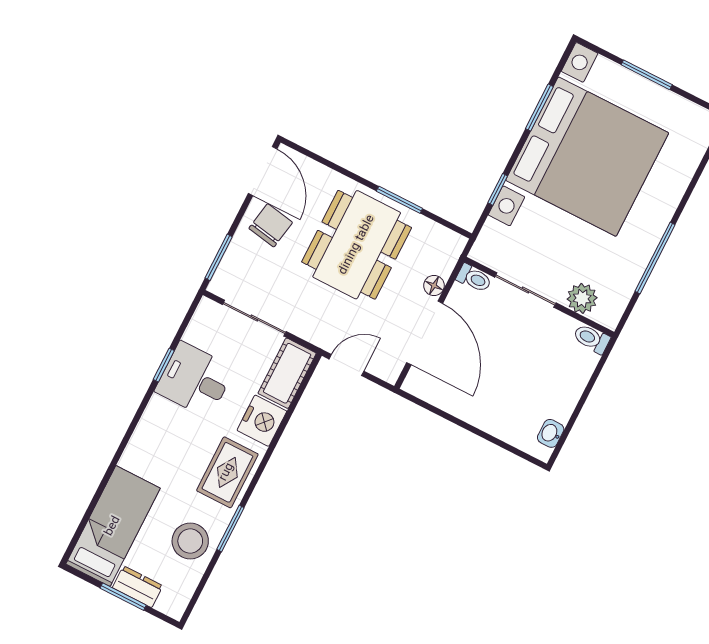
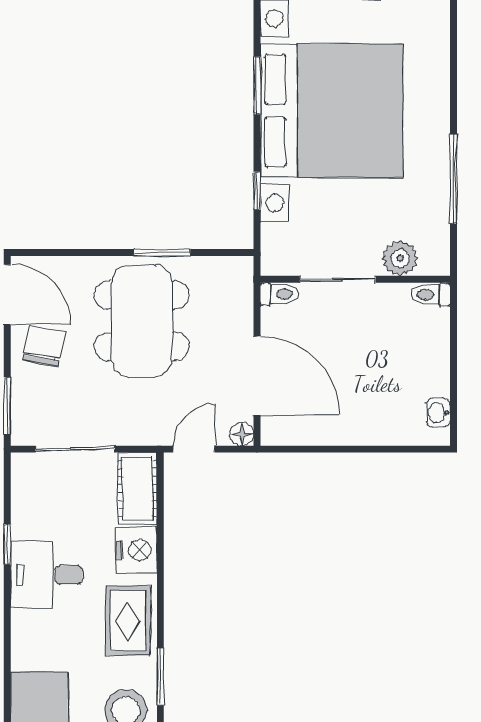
floor lamp: (434, 285) -> (242, 434), moved
desk: (195, 380) -> (47, 575), moved

